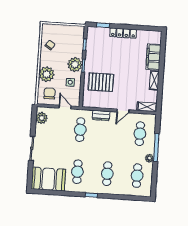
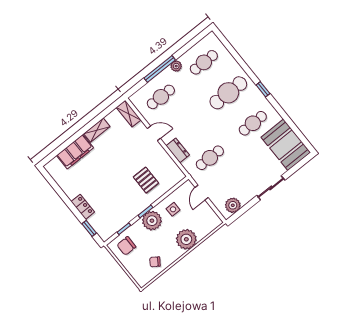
locker: (123, 33) -> (83, 207), width x0.66
pallet: (101, 82) -> (146, 180), width x0.67, depth x0.71
chair: (49, 93) -> (126, 246), moved
cafe table: (107, 174) -> (228, 93), width x1.37, depth x1.35

